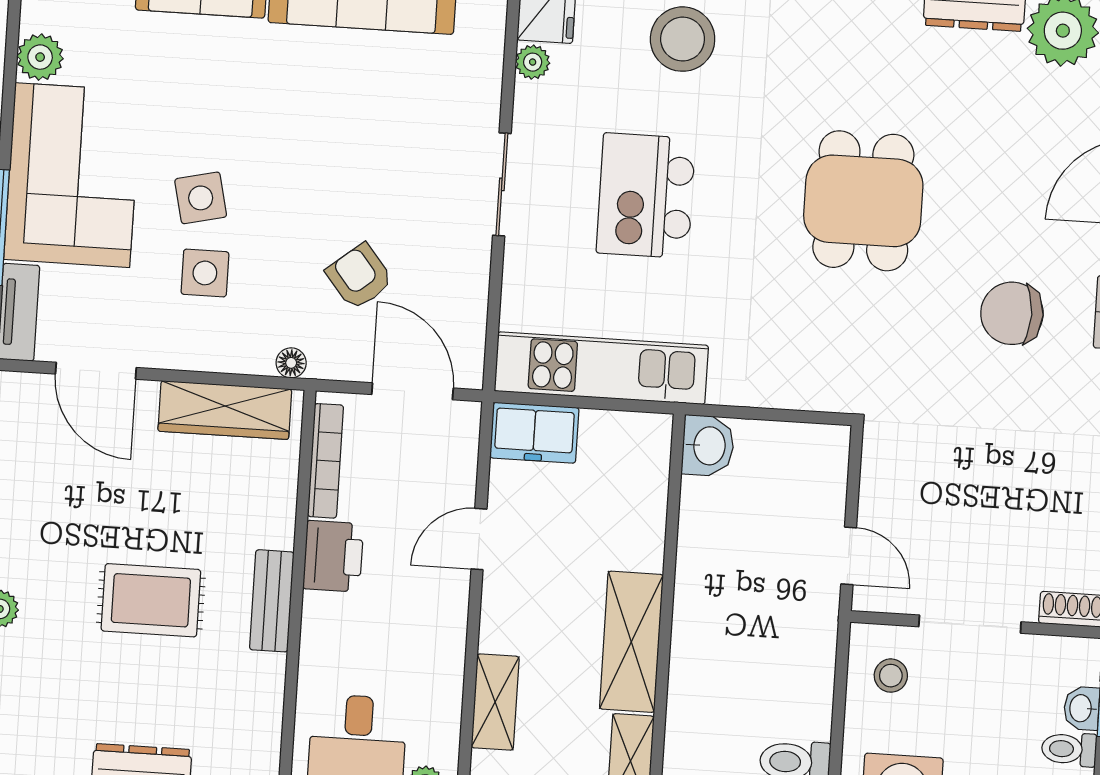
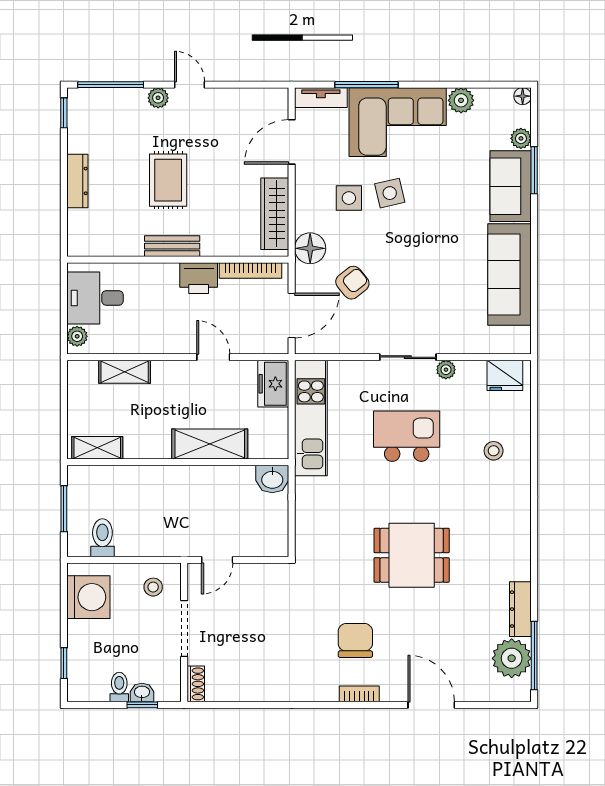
stool: (683, 39) -> (494, 451), width x0.53, depth x0.53
plant: (533, 62) -> (446, 370), moved
floor lamp: (291, 363) -> (310, 248), width x1.89, depth x1.89
shelving: (631, 642) -> (210, 444), moved

